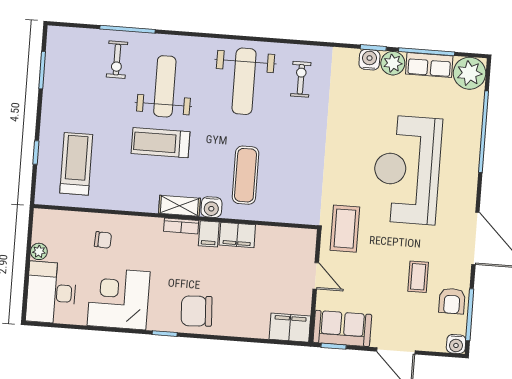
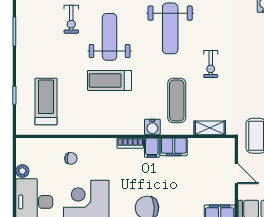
exercise bike: (301, 79) -> (211, 64), moved, turned 180
shelving: (179, 206) -> (210, 128), moved

